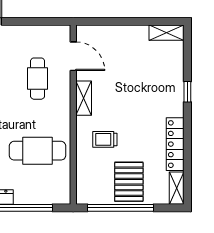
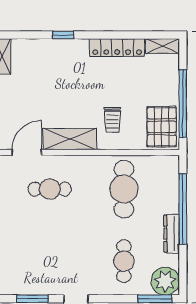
shelving: (84, 98) -> (70, 139), width x1.50, depth x1.33
pallet: (129, 182) -> (162, 127), moved, turned 90

